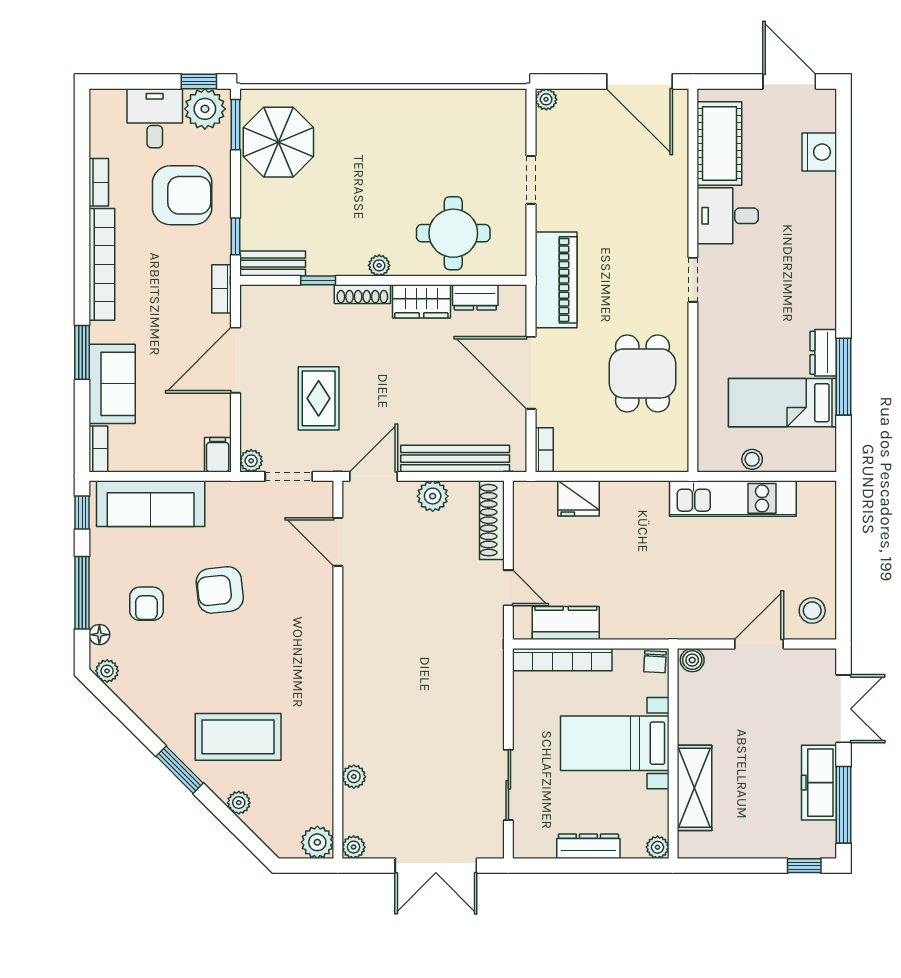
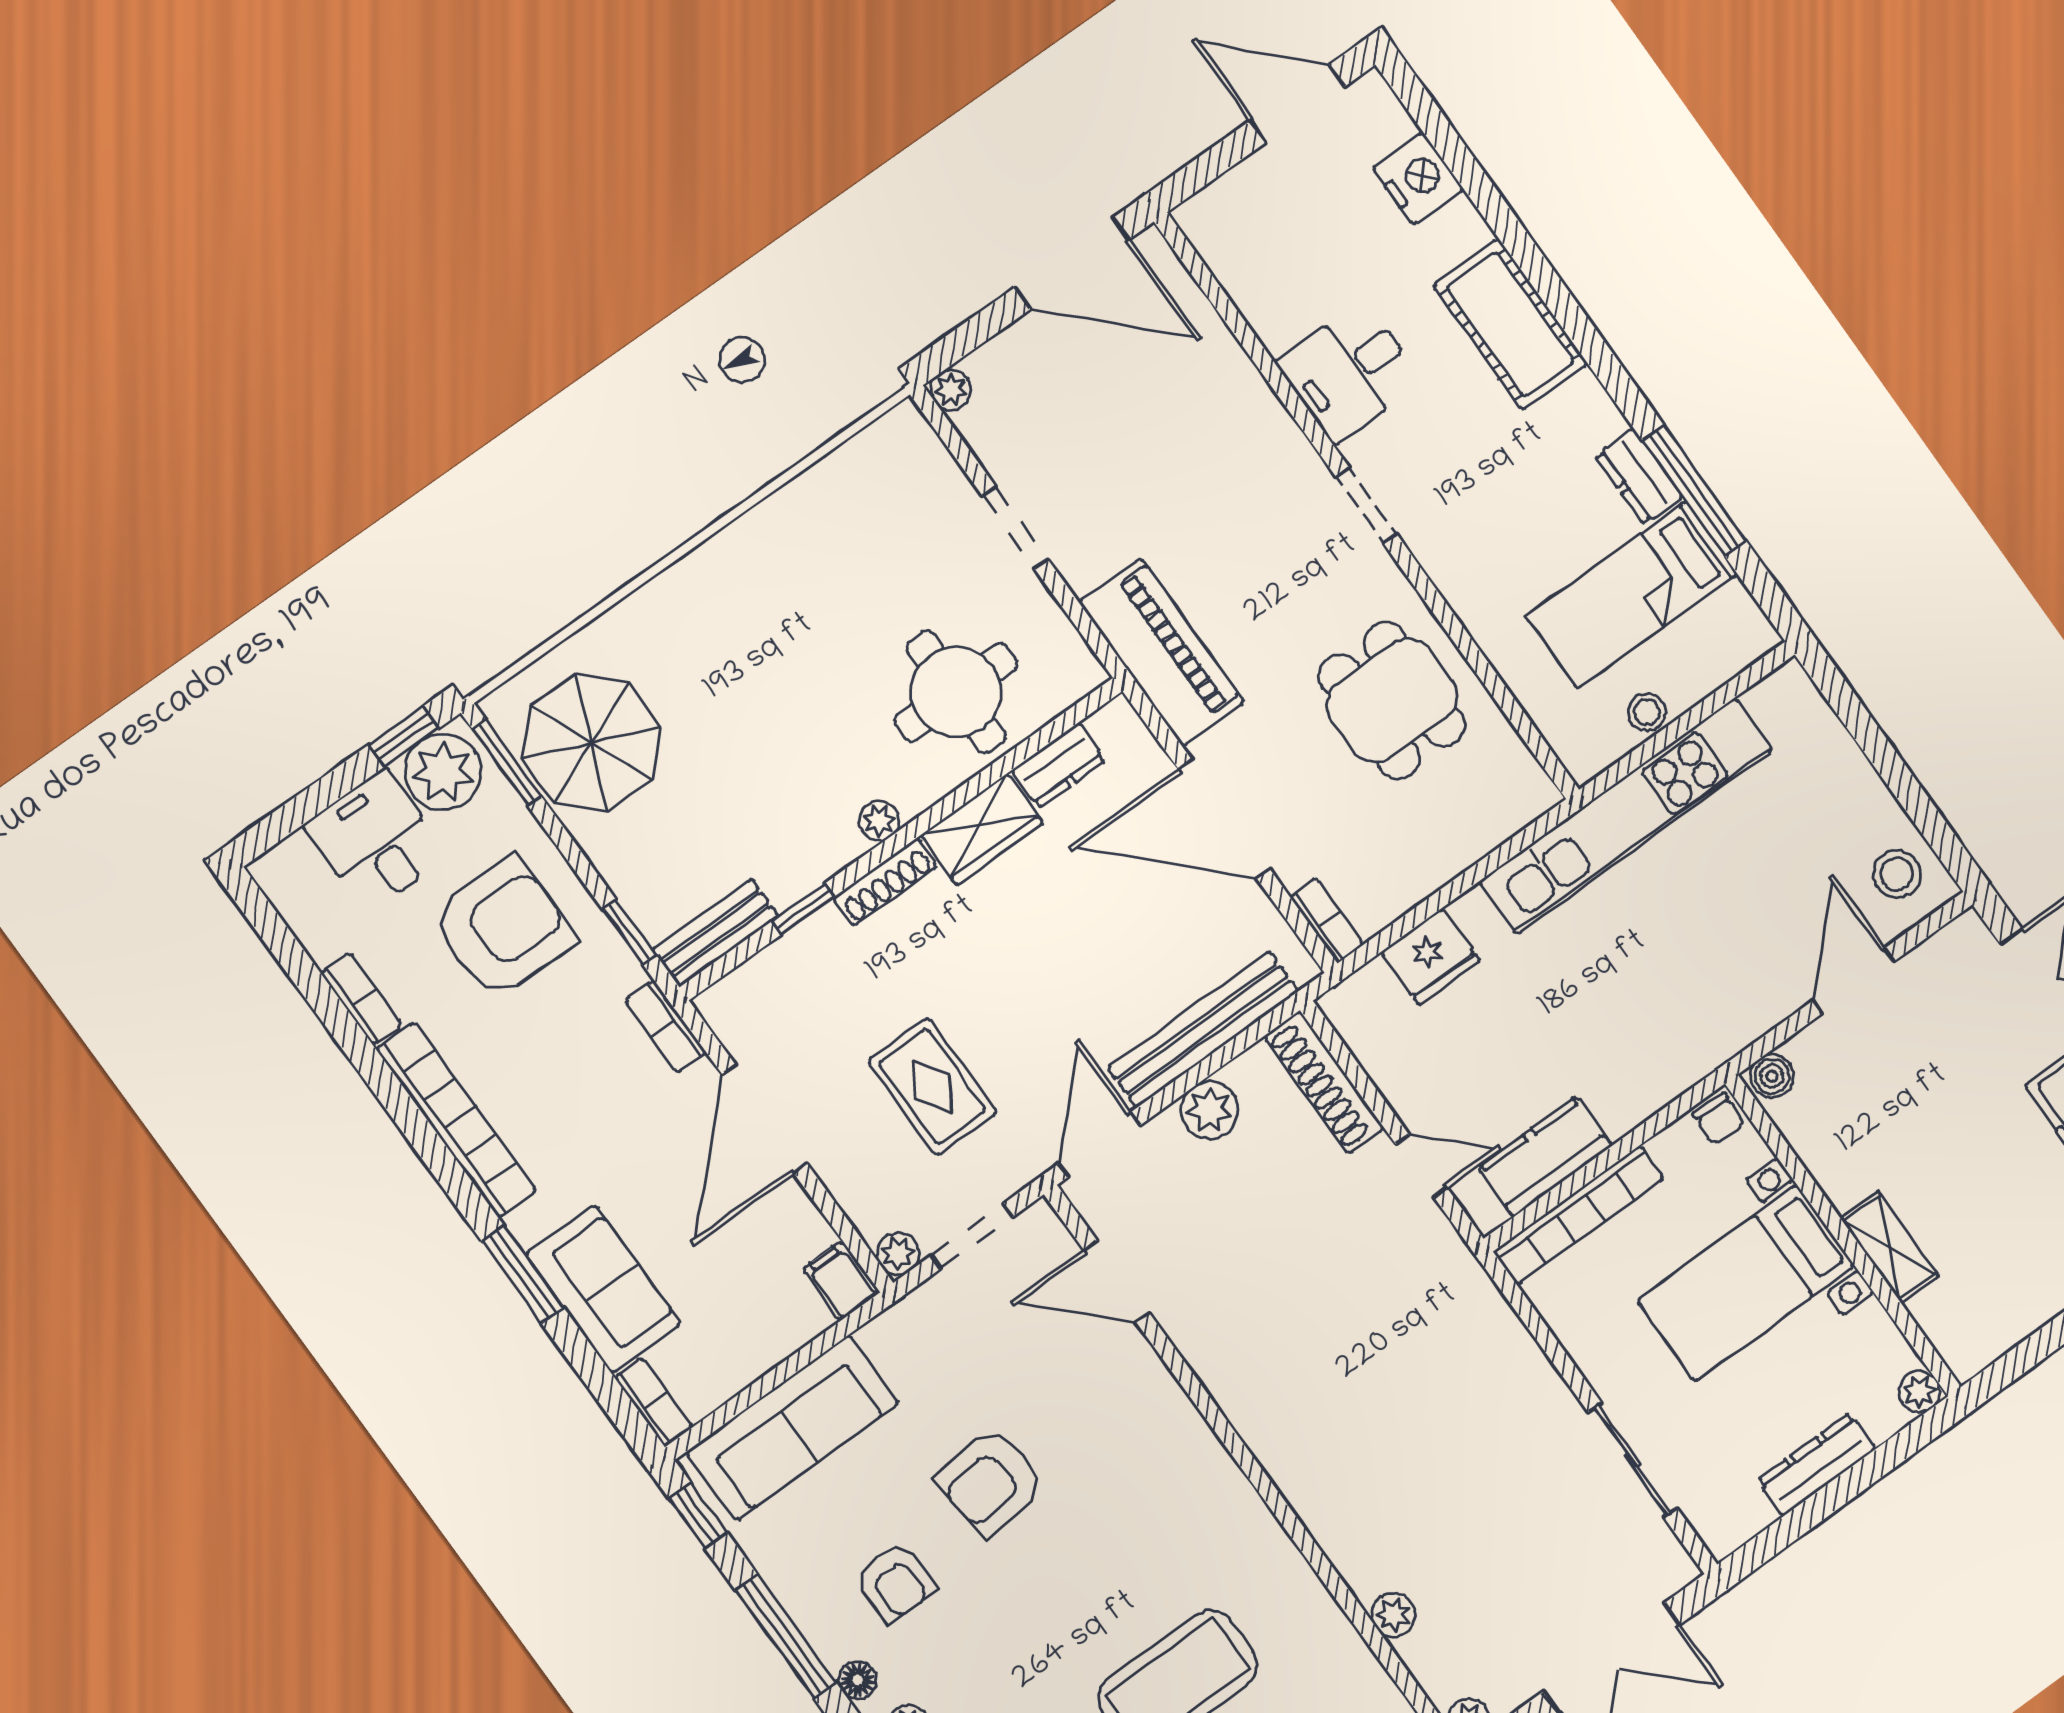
cot: (719, 143) -> (1510, 324), moved
kitchen unit: (733, 498) -> (1626, 816), width x1.36
shelving: (694, 788) -> (1890, 1247), width x0.67, depth x0.75

